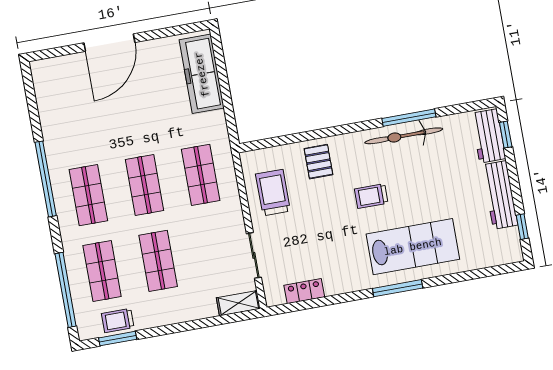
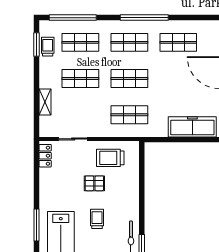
shop shelf: (75, 119) -> (178, 42), added
pallet: (318, 162) -> (94, 183), moved
trolley: (273, 193) -> (110, 158), turned 180
locker: (304, 291) -> (45, 156), moved
shelving: (238, 303) -> (45, 102), moved

